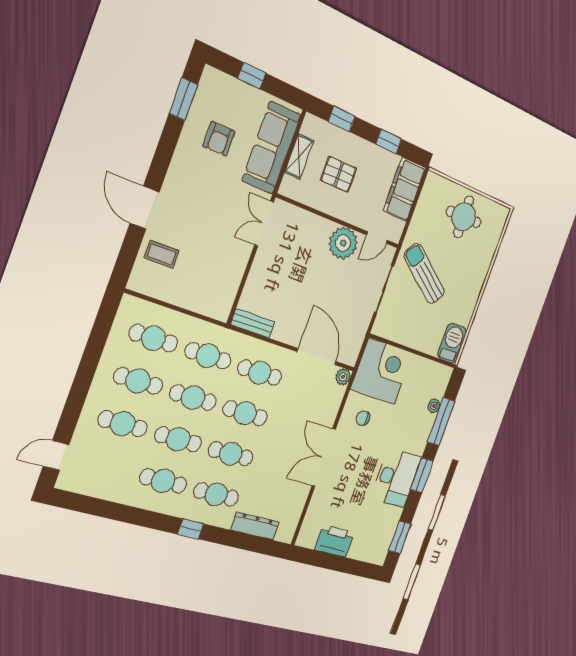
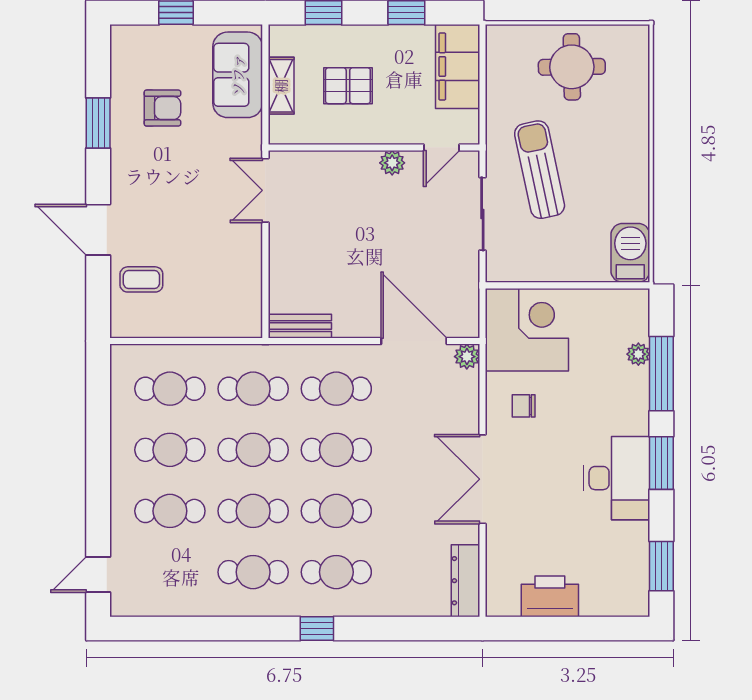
window: (183, 99) -> (98, 123), moved
armchair: (219, 139) -> (162, 108), turned -90
sofa: (271, 148) -> (238, 75), width x0.73
plant: (343, 243) -> (392, 163), width x0.53, depth x0.53
sun lounger: (424, 274) -> (540, 170), turned 42
dresser: (255, 526) -> (465, 581), moved, turned -90

